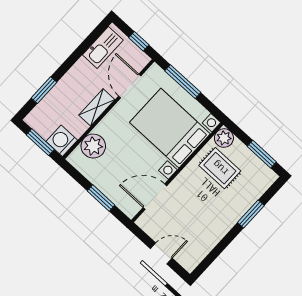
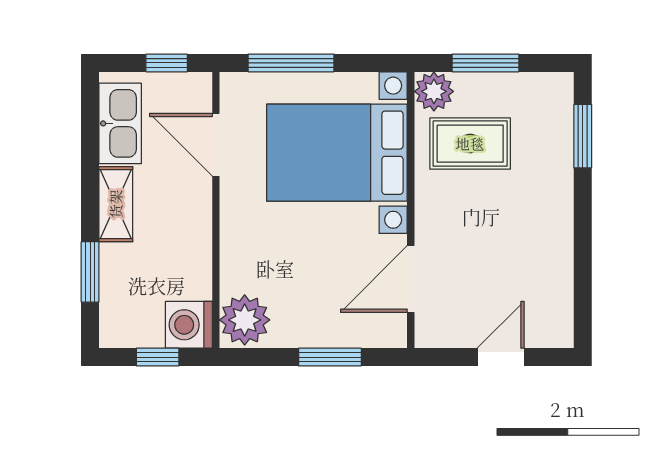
shelving: (97, 107) -> (116, 204), moved
window: (40, 142) -> (158, 357), width x0.67
plant: (93, 146) -> (245, 320), moved
window: (262, 154) -> (485, 63), moved
window: (251, 214) -> (583, 136), moved

